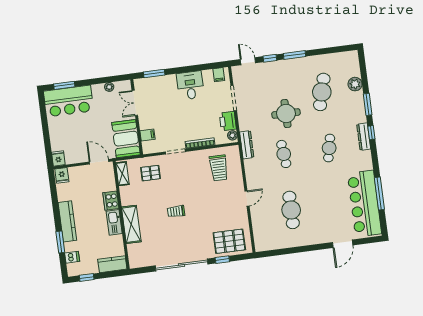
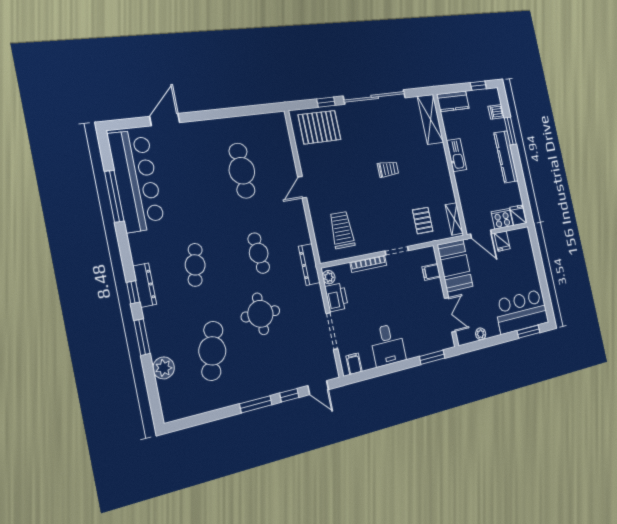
fridge: (58, 158) -> (502, 241), moved
pallet: (151, 173) -> (423, 221), turned 90
cooker: (111, 201) -> (502, 219), moved, turned -90
shelving: (131, 224) -> (430, 119), moved

